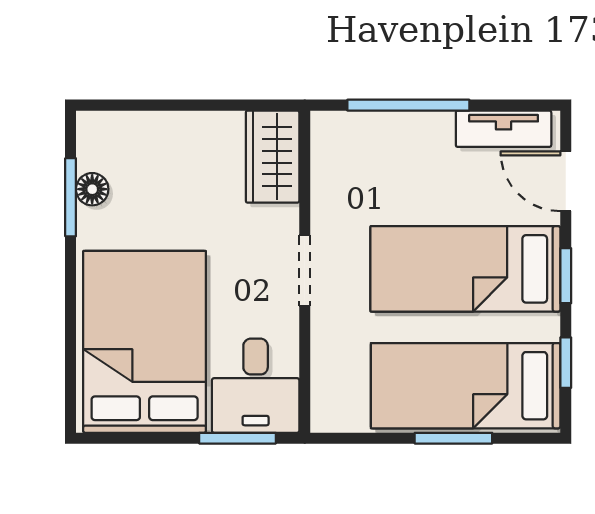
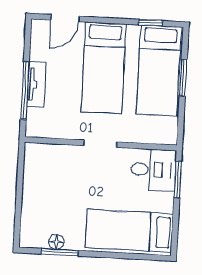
tv unit: (504, 129) -> (36, 84), moved
wardrobe: (273, 157) -> (46, 156), removed
window: (566, 276) -> (109, 21), removed
bed: (145, 342) -> (129, 231), width x0.67

